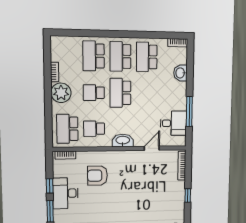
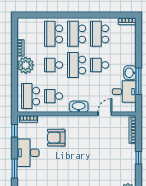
washbasin: (180, 73) -> (130, 73), moved
school desk: (146, 93) -> (100, 65), added
window: (50, 186) -> (15, 131), moved

